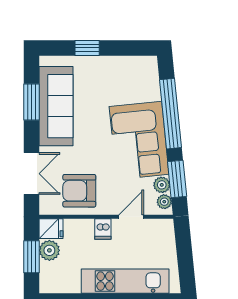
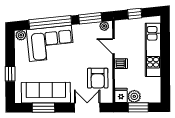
corner sofa: (139, 140) -> (50, 43), moved
plant: (162, 185) -> (21, 35), moved
window: (184, 251) -> (135, 14), added

